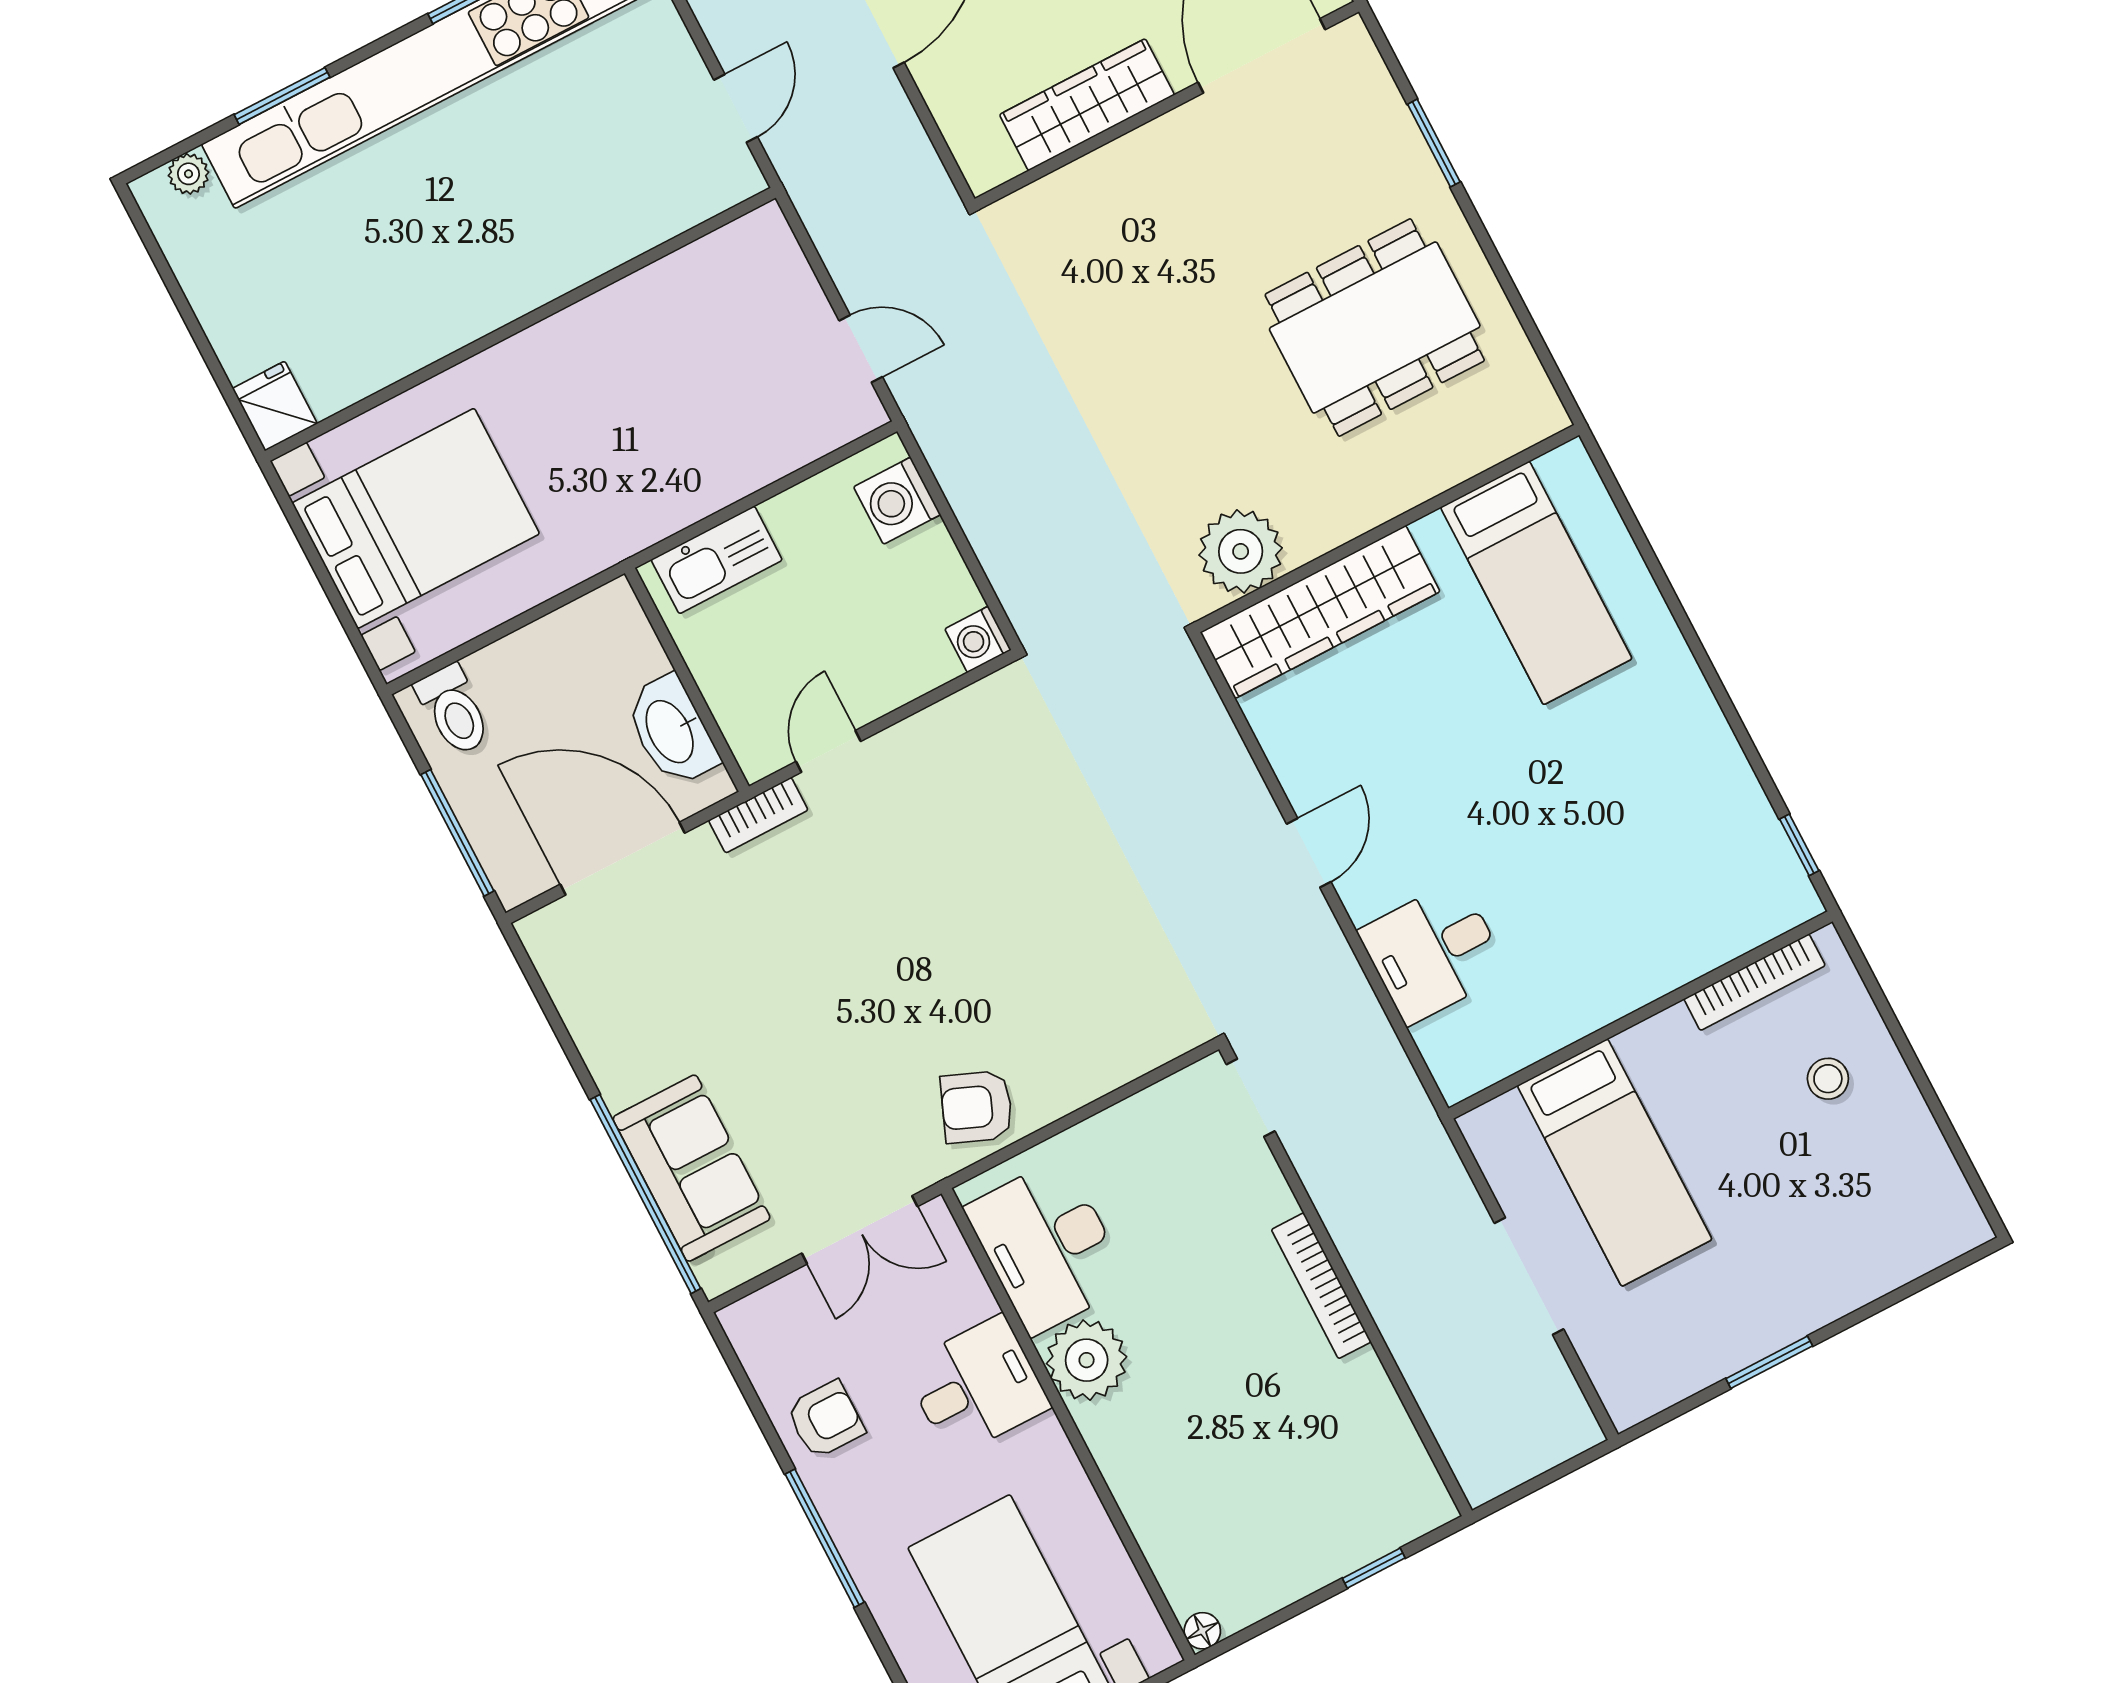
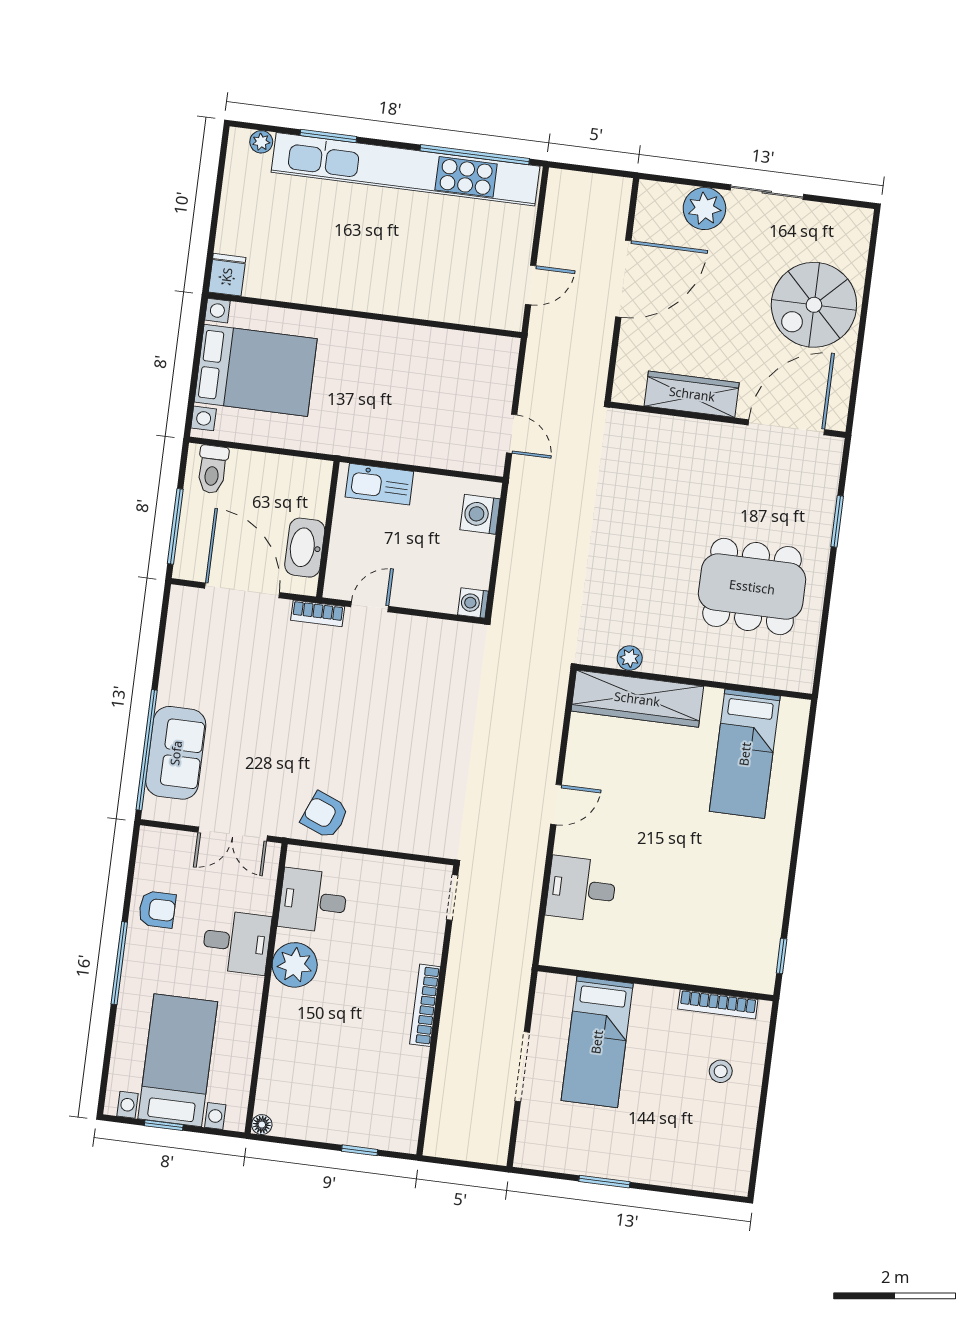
plant: (1241, 551) -> (630, 658), width x0.53, depth x0.53
desk: (1048, 1246) -> (313, 901), width x0.73

